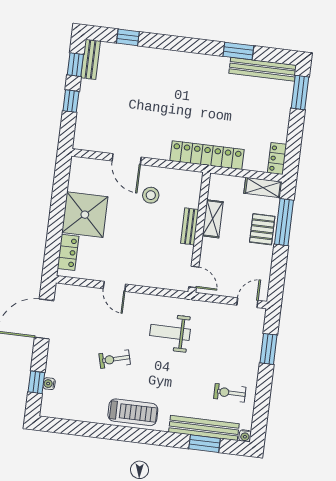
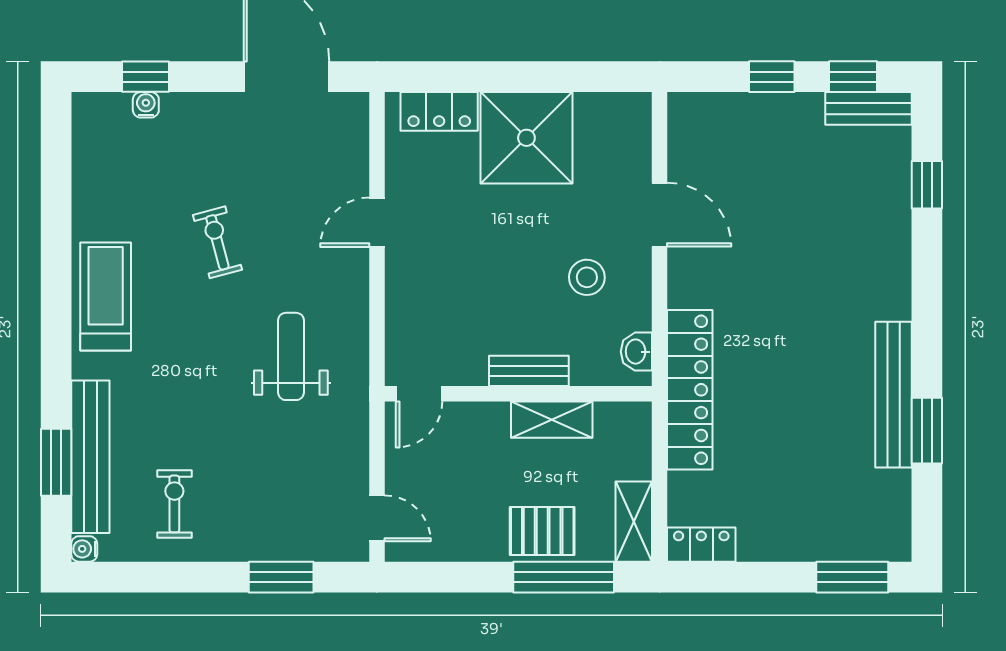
bench: (263, 69) -> (894, 395), moved
door: (127, 159) -> (660, 215), swing flipped
washbasin: (187, 177) -> (636, 352), added
treadmill: (133, 412) -> (106, 297), turned 180

